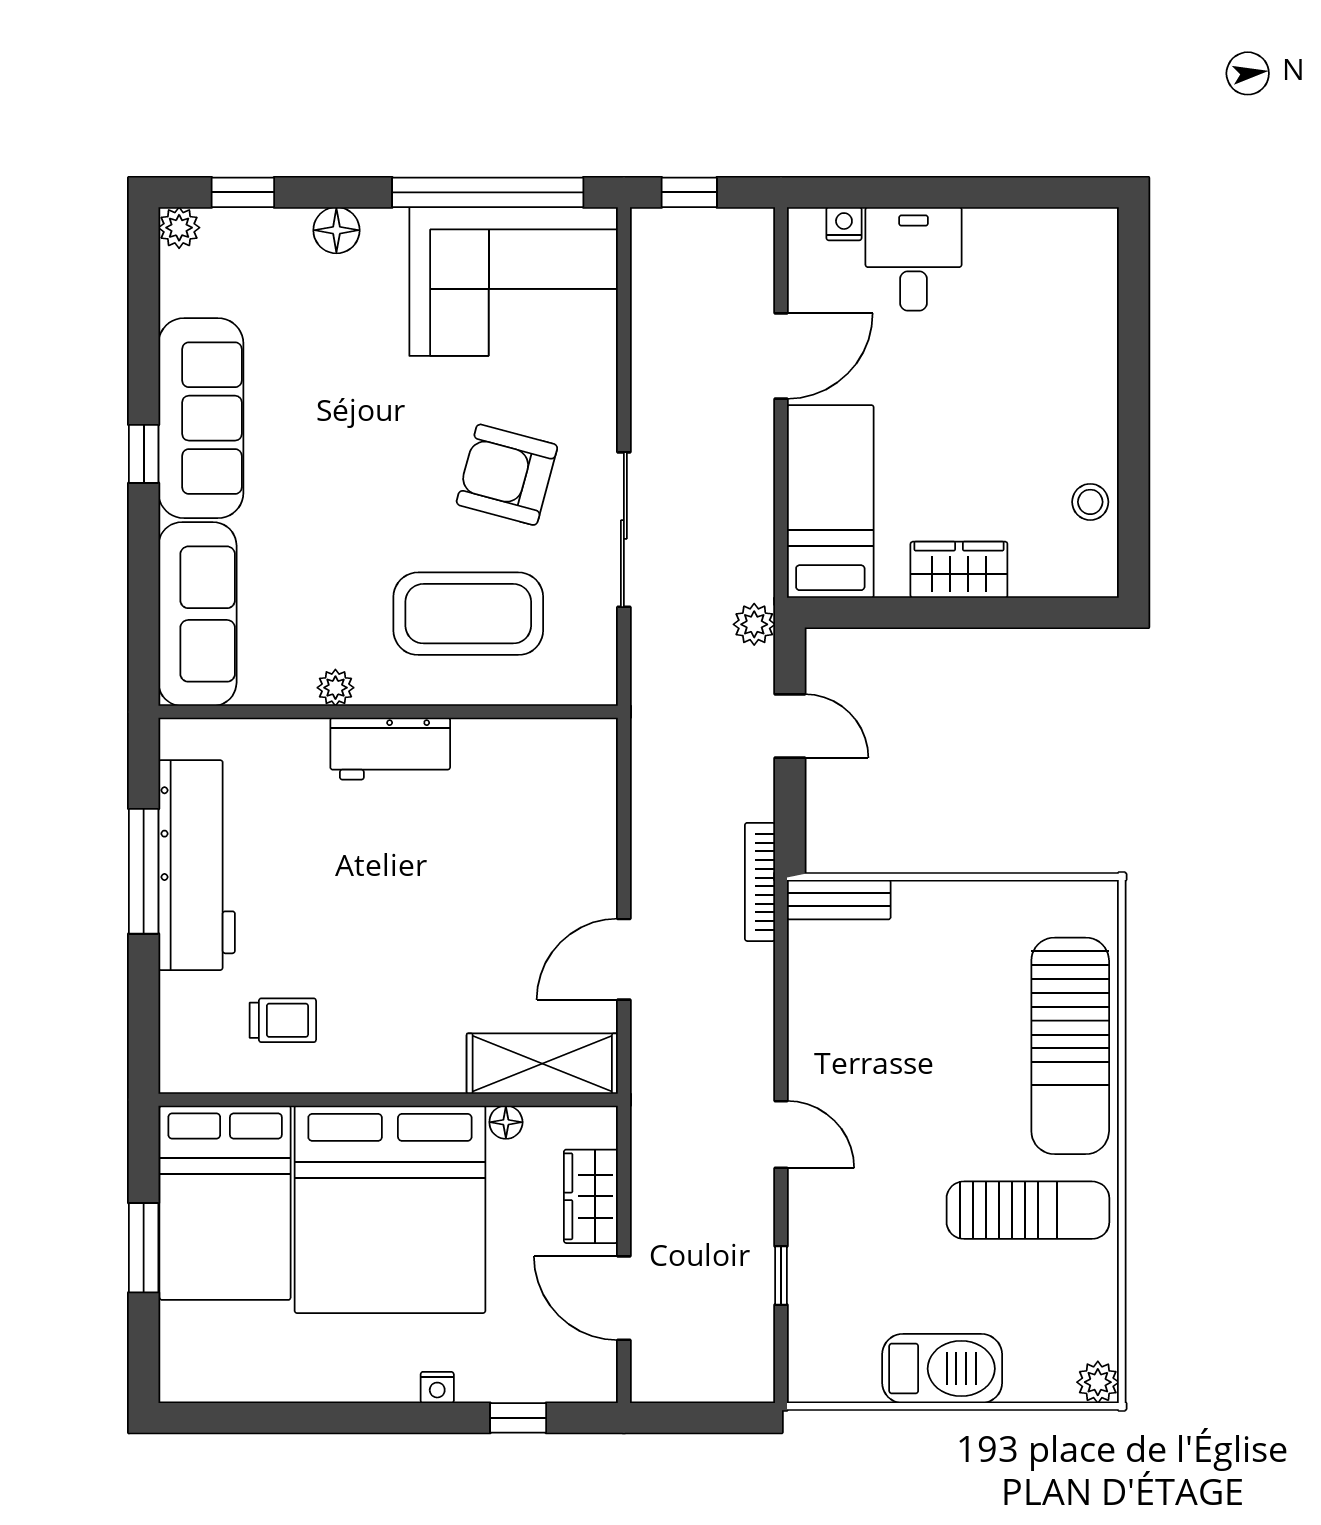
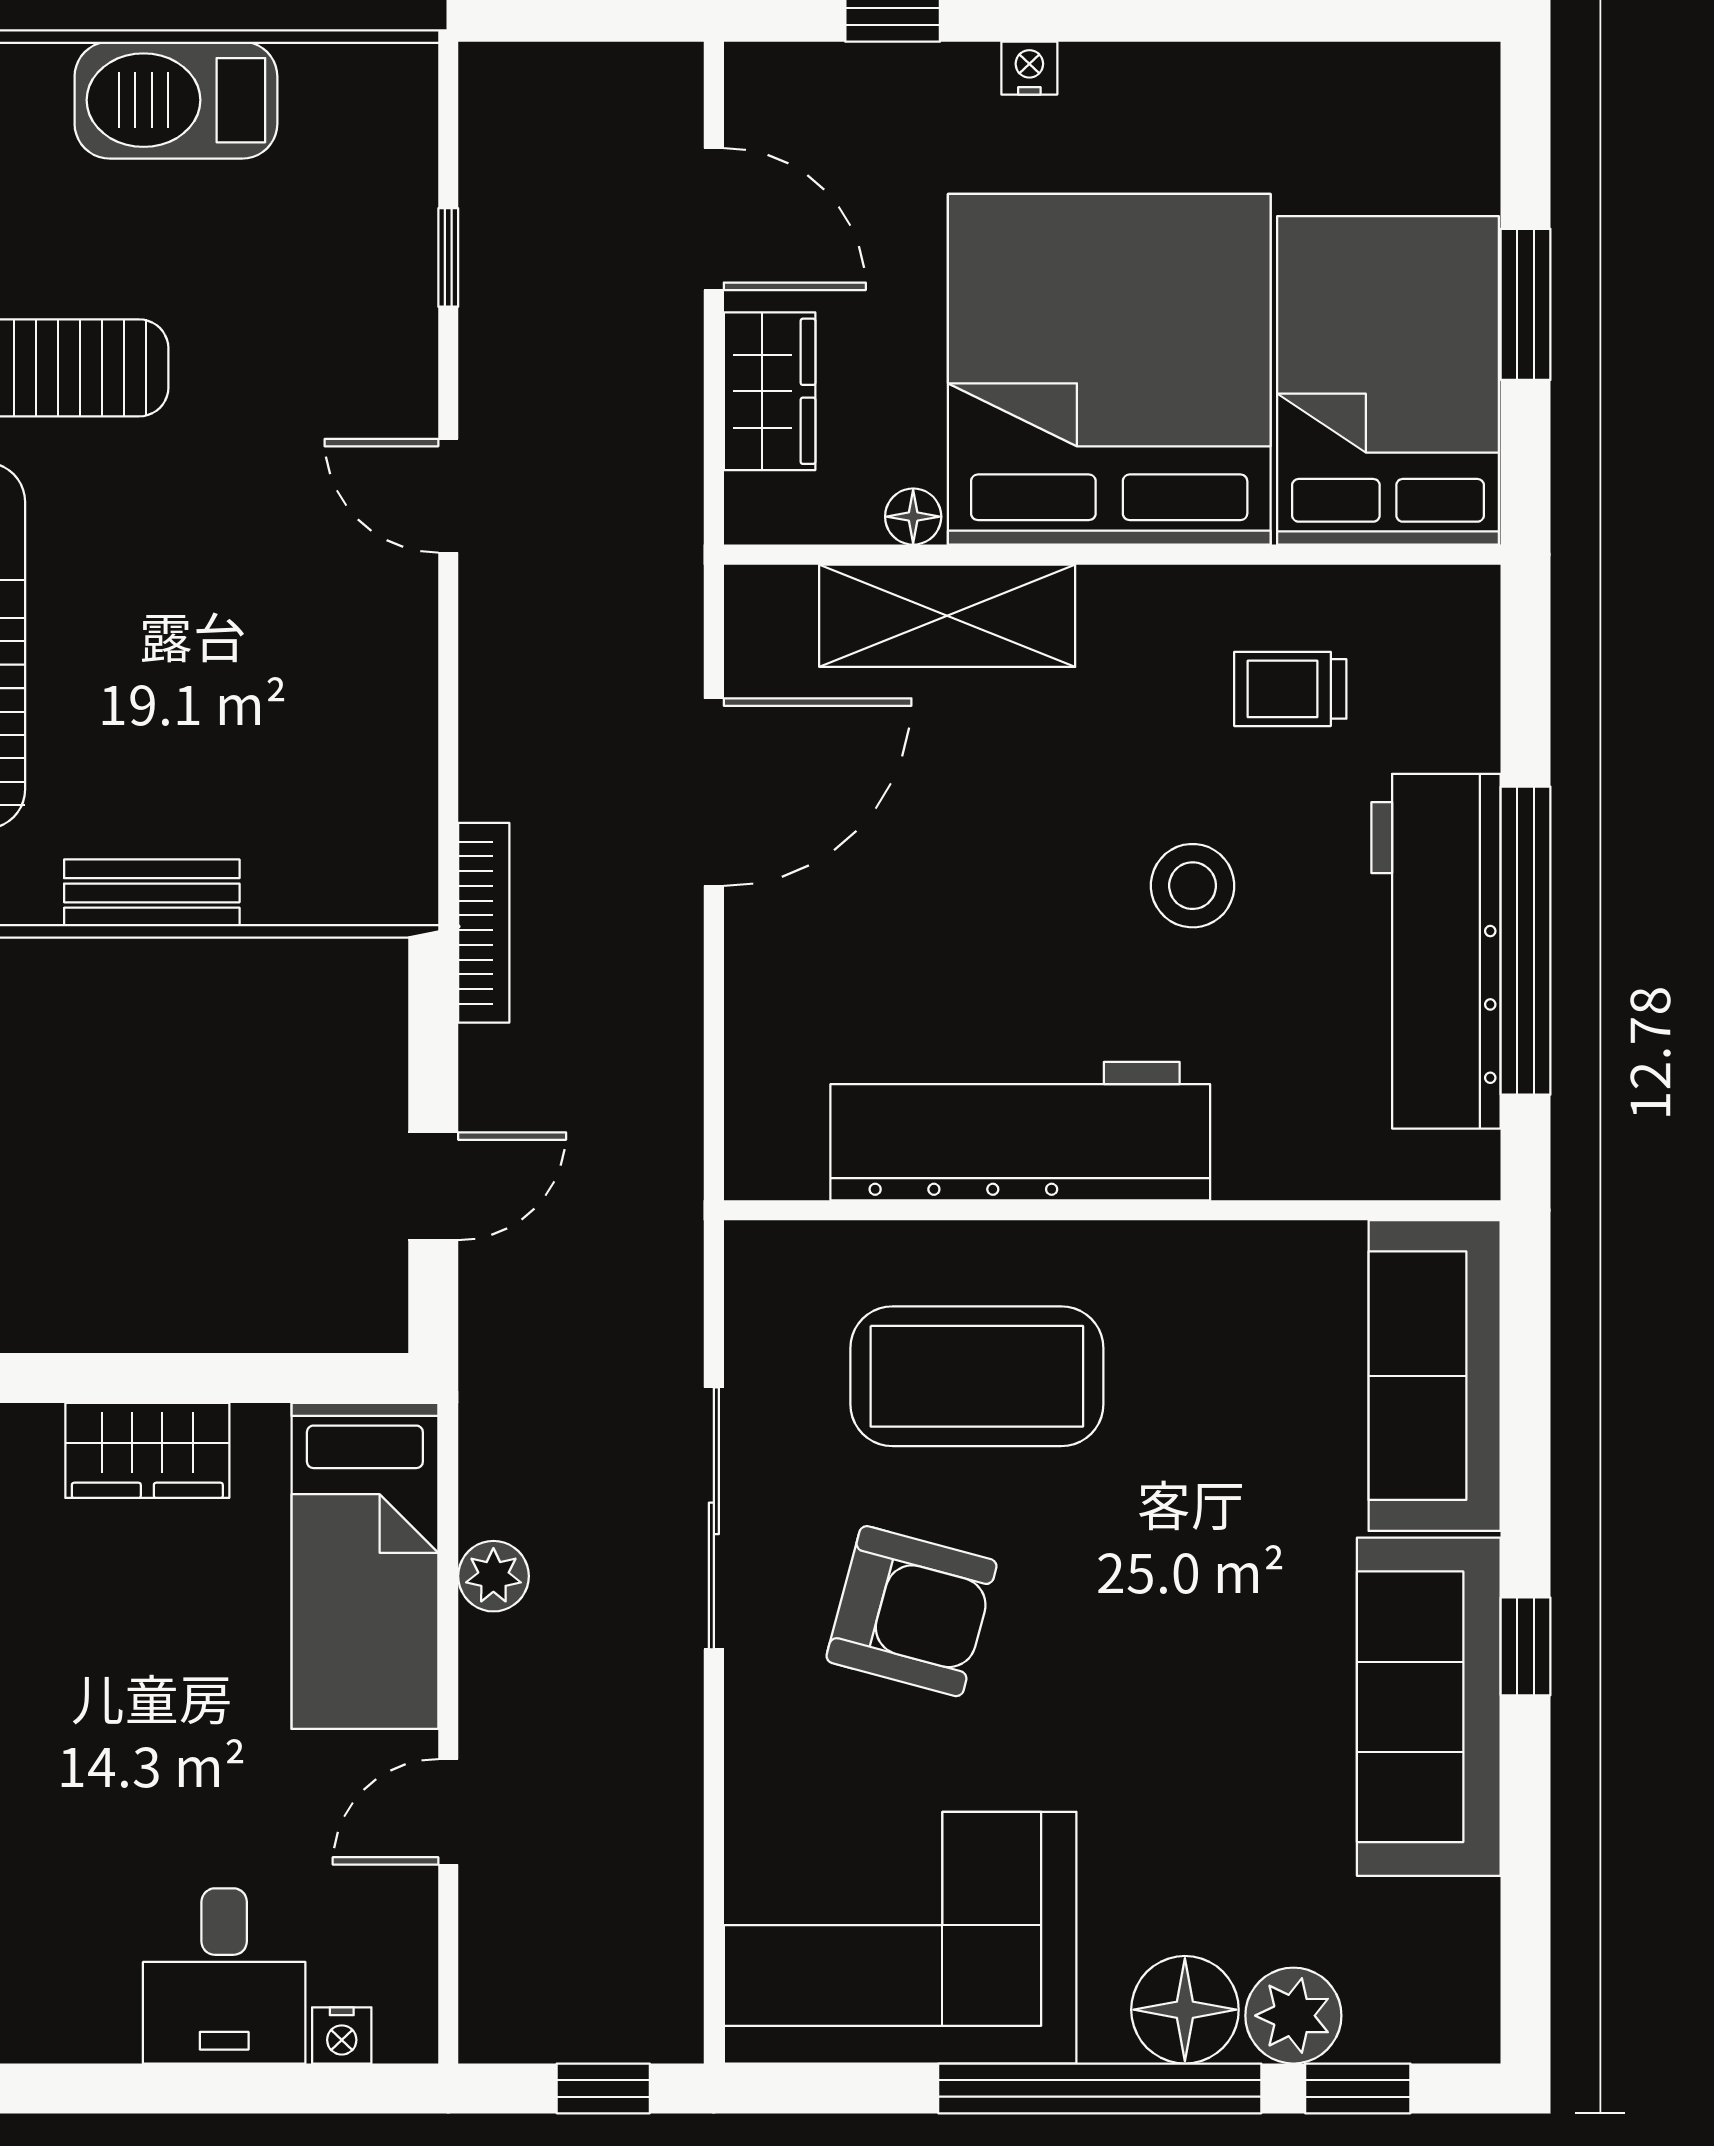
window: (488, 192) -> (1100, 2088), moved
plant: (179, 228) -> (1293, 2016), moved, width x1.38, depth x1.38
floor lamp: (336, 230) -> (1185, 2010), width x1.38, depth x1.38
door: (781, 356) -> (448, 1812), width x0.73
plant: (754, 624) -> (493, 1576), moved
plant: (335, 688) -> (1201, 1251), removed
door: (790, 726) -> (433, 1186), swing flipped
workbench: (390, 749) -> (1020, 1131), width x1.88, depth x1.32
window: (144, 871) -> (1526, 941), width x1.46
bench: (839, 900) -> (152, 893), moved
stool: (341, 904) -> (1193, 886), added
door: (624, 959) -> (714, 792), width x1.36
shelving: (542, 1064) -> (947, 616), moved

